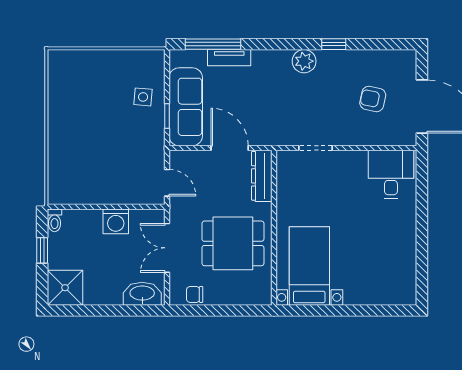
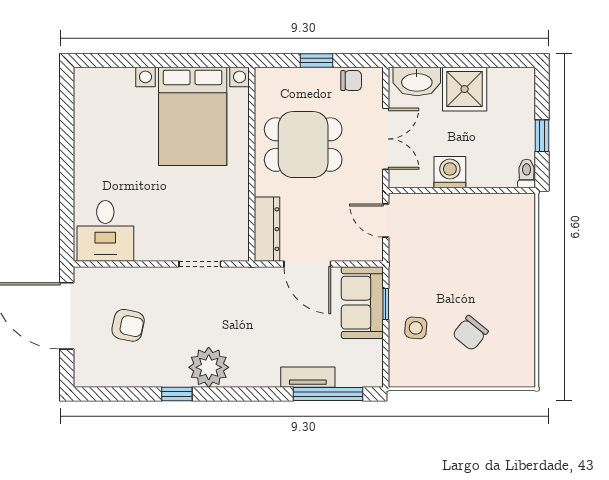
plant: (304, 61) -> (209, 367), width x1.36, depth x1.36
chair: (99, 93) -> (470, 333), added
sofa: (186, 107) -> (362, 303), width x0.73
bed with nightstands: (309, 266) -> (193, 116), width x1.36
shower: (65, 288) -> (465, 89), moved
window: (222, 311) -> (317, 60), added

